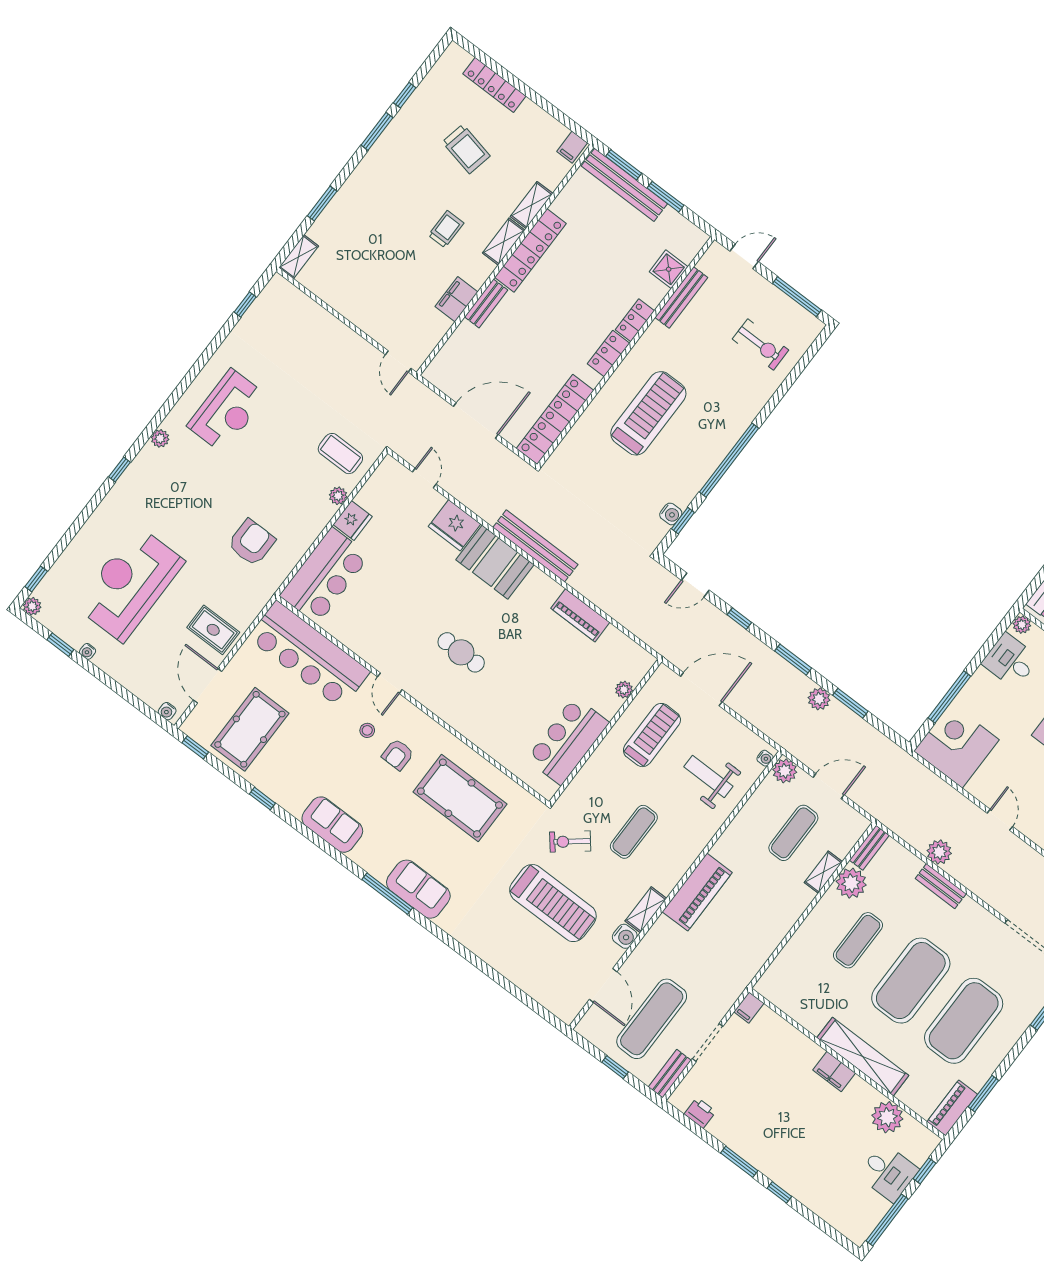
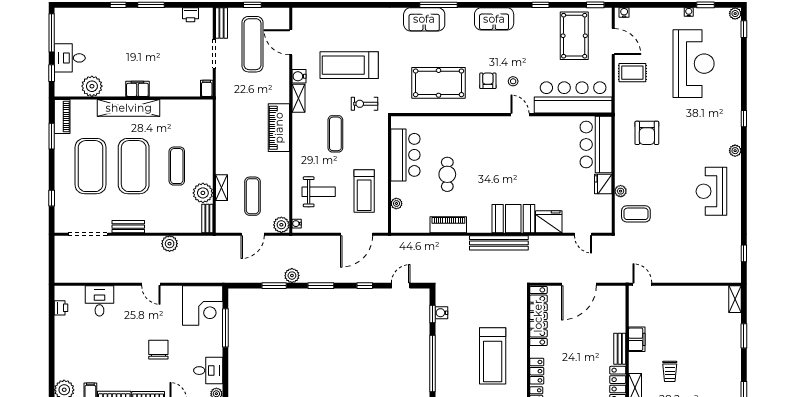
cafe table: (461, 652) -> (447, 174), moved, turned 90
exercise bike: (570, 842) -> (364, 104), turned -141
bench: (941, 886) -> (128, 227), moved

